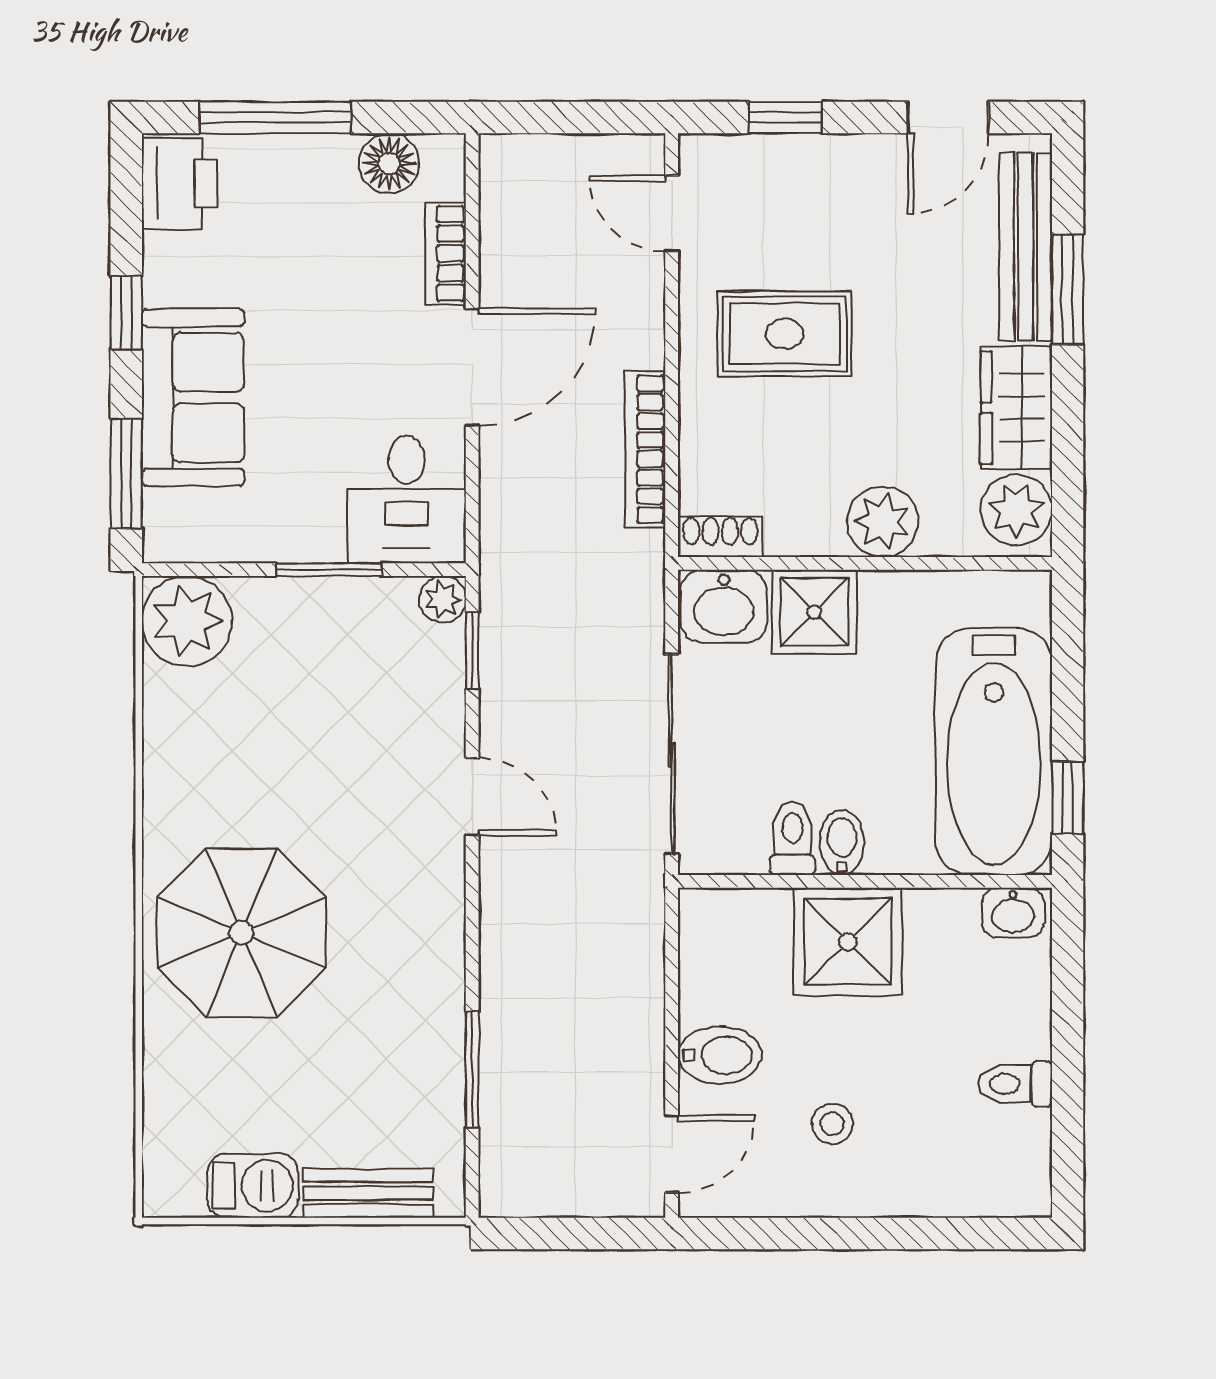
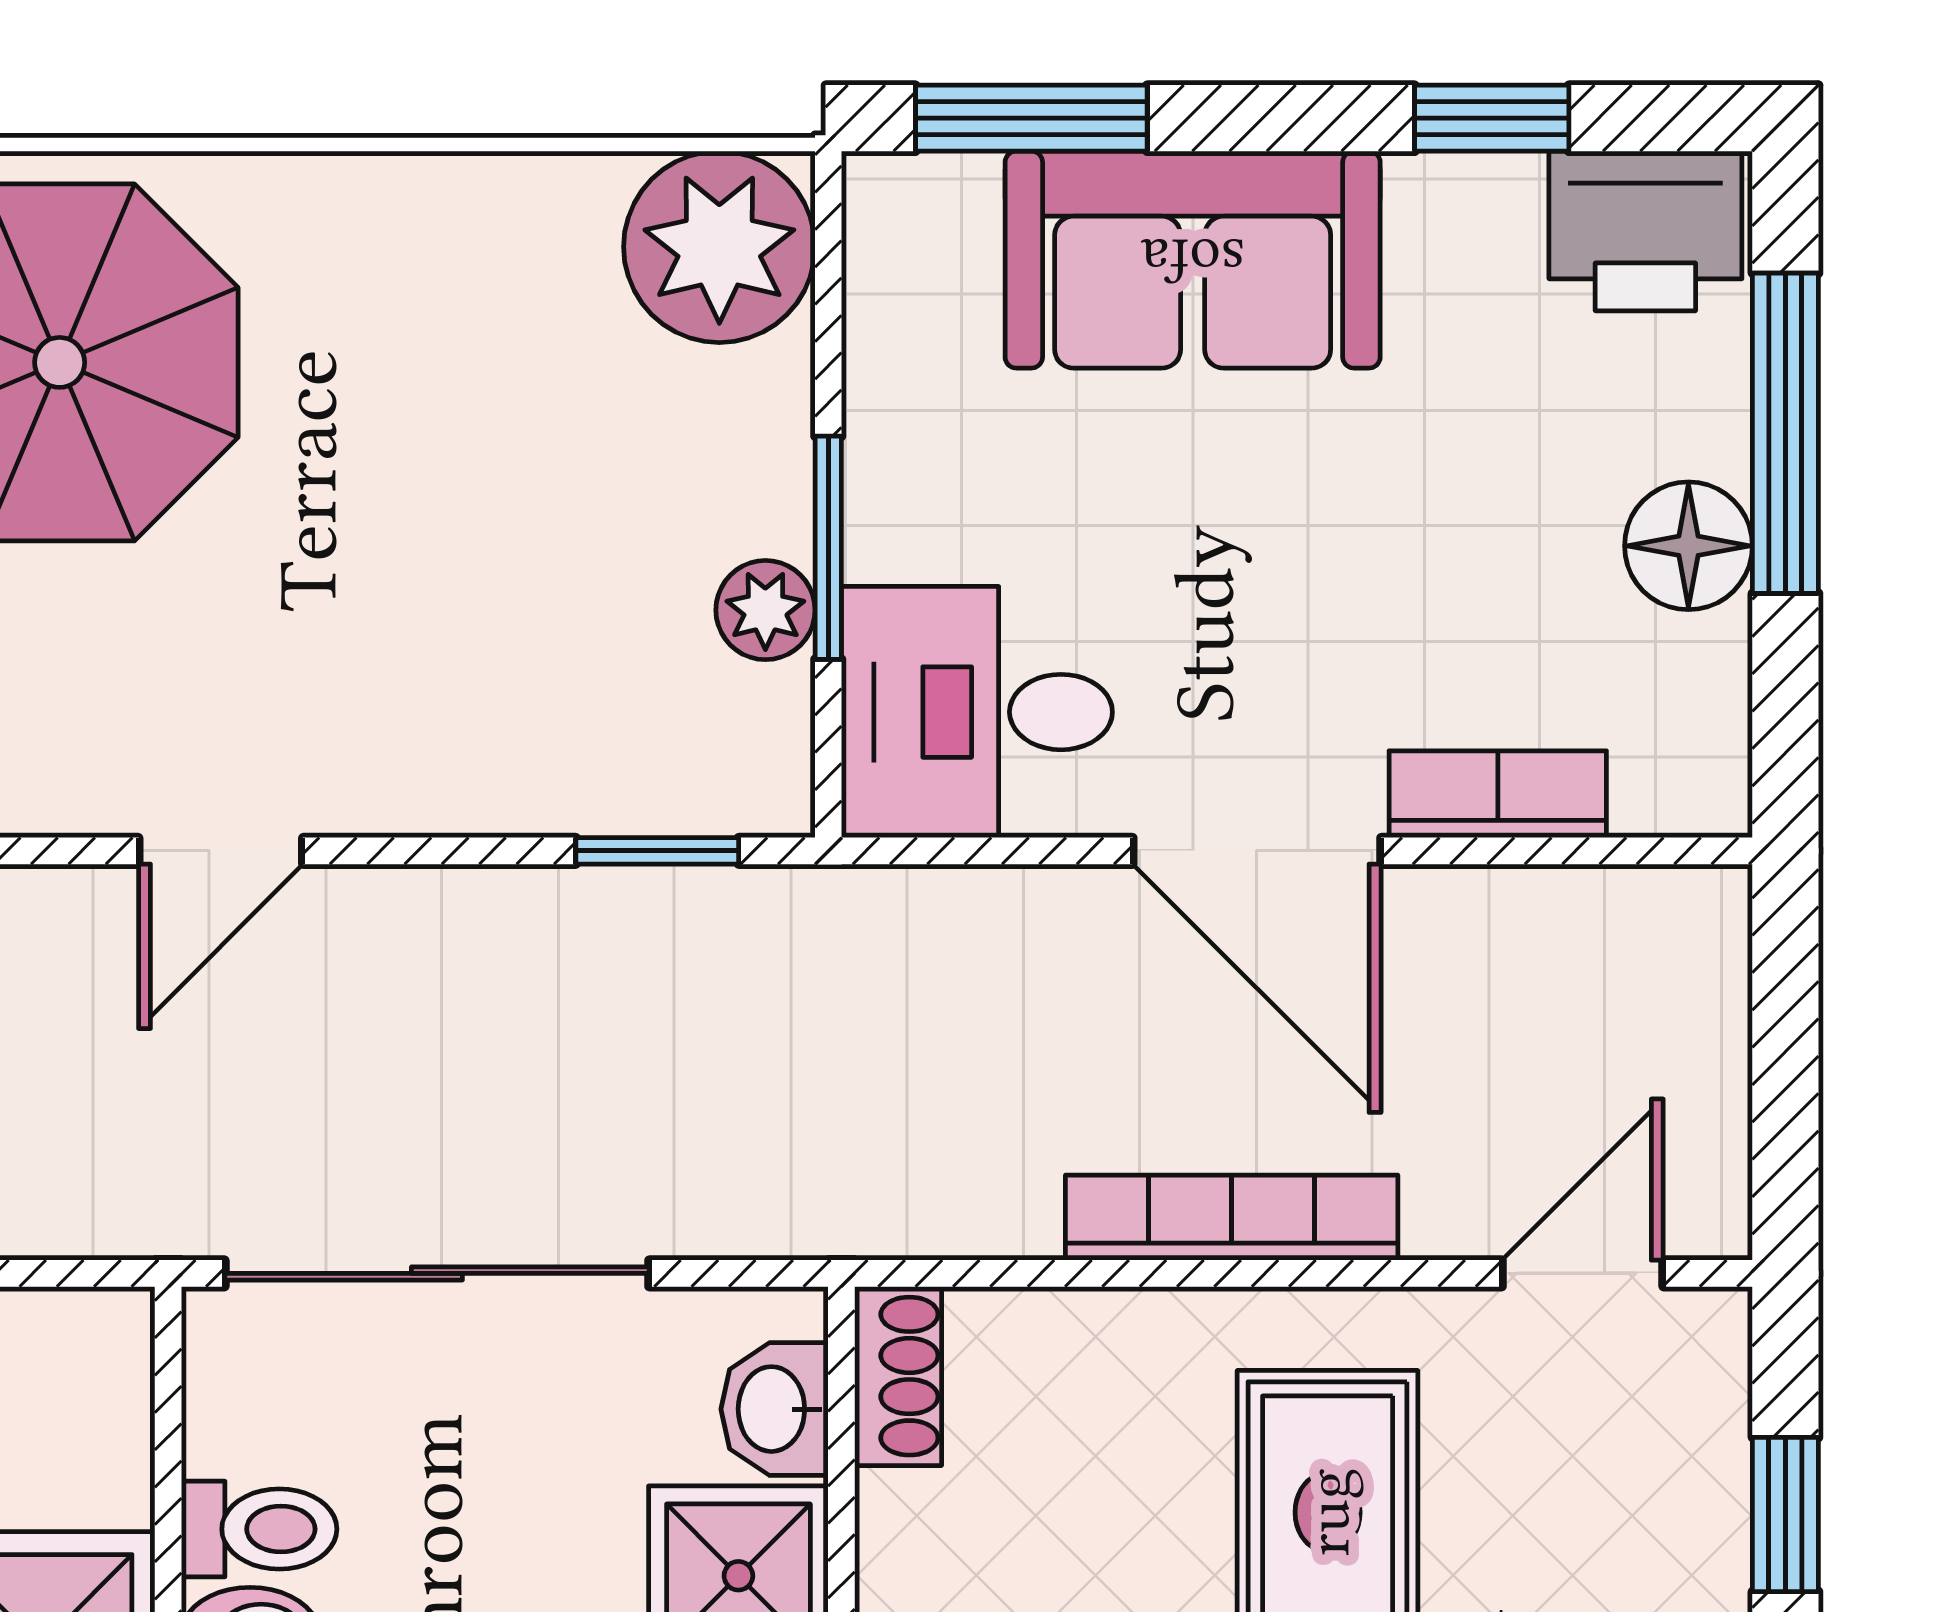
floor lamp: (389, 163) -> (1688, 546), moved
window: (126, 313) -> (1492, 118), moved
bookcase: (645, 449) -> (1232, 1218), moved
plant: (443, 599) -> (765, 610), moved
washbasin: (724, 606) -> (775, 1409), width x0.72, depth x0.69
door: (472, 797) -> (221, 851), moved

